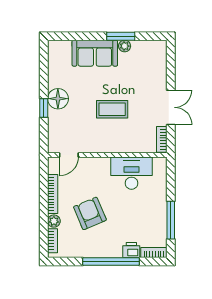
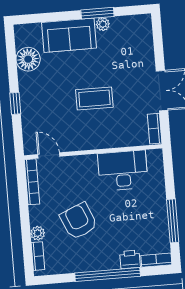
floor lamp: (58, 99) -> (28, 59), moved
door: (69, 155) -> (49, 155), swing flipped
bookcase: (53, 194) -> (32, 182), moved

